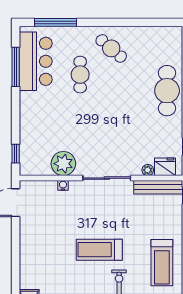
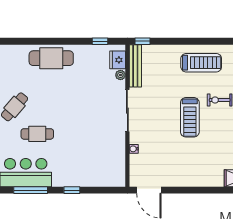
window: (16, 154) -> (72, 190), moved
plant: (63, 164) -> (115, 148), removed

